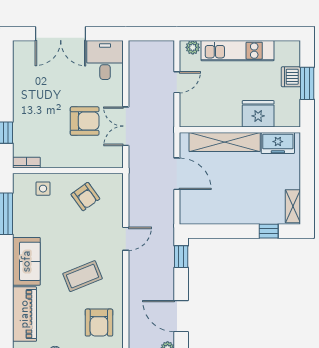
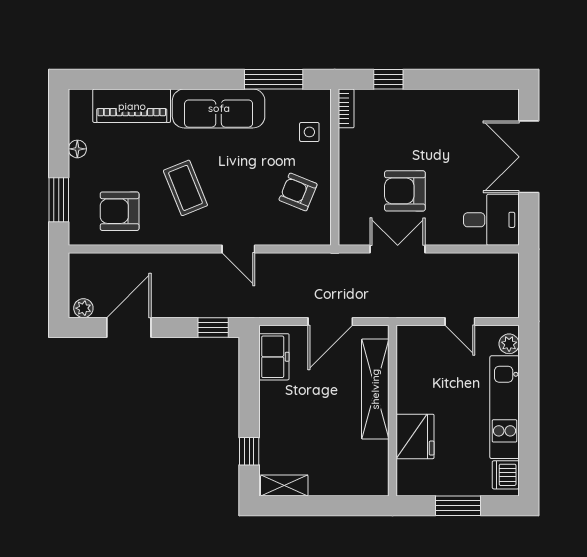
dishwasher: (291, 77) -> (506, 475), moved, turned -90
armchair: (85, 121) -> (405, 191), turned 90
freezer: (278, 143) -> (274, 357), moved, turned 180
armchair: (85, 197) -> (298, 192), turned 58
sofa: (26, 261) -> (219, 108), width x1.36

